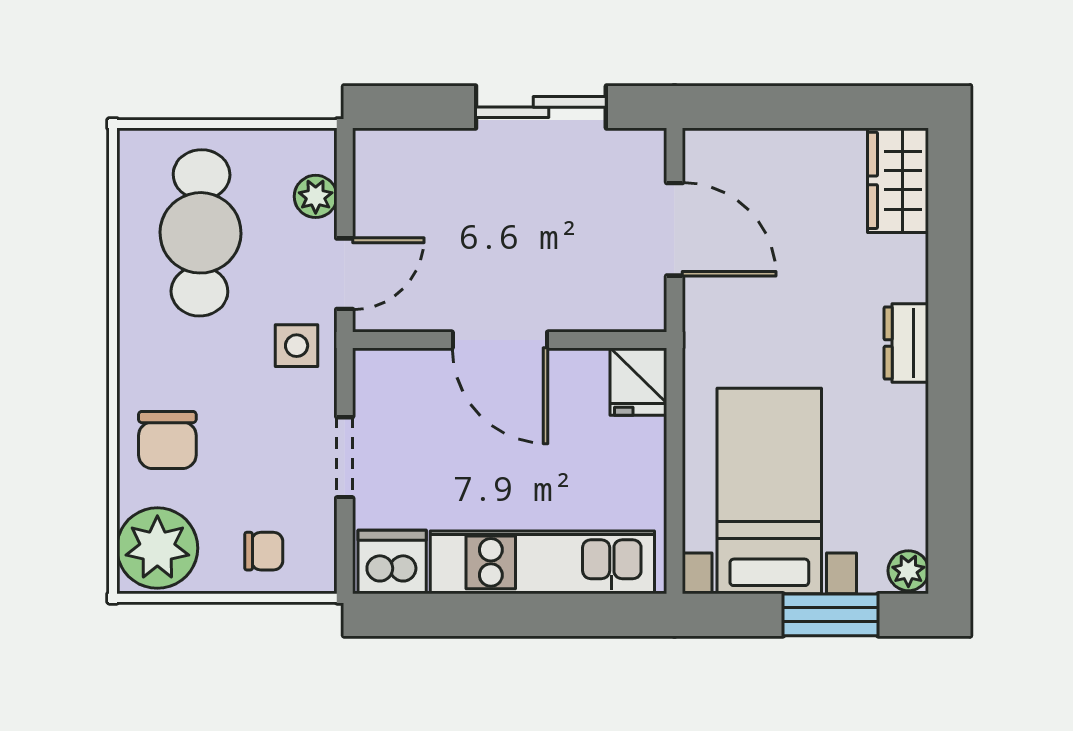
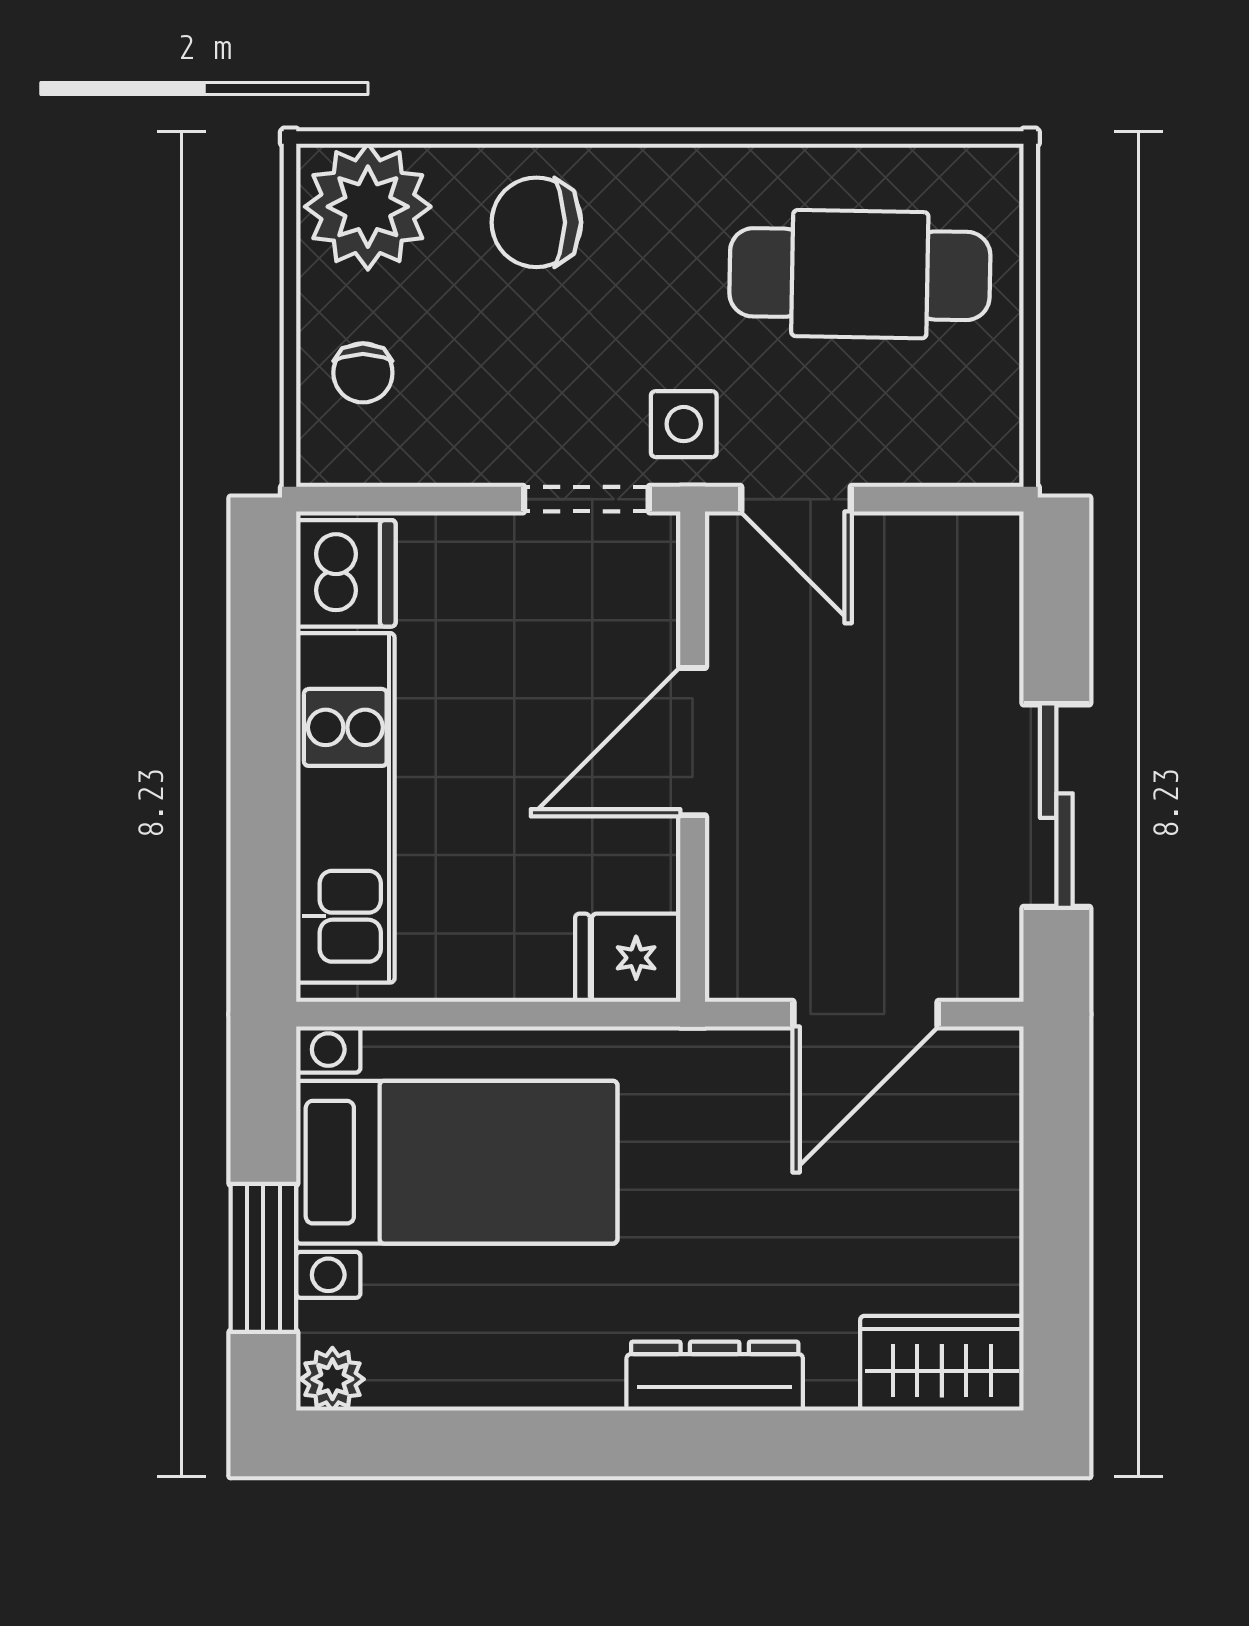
plant: (316, 196) -> (917, 454), removed
dresser: (906, 343) -> (715, 1376), width x1.44
doorway: (345, 457) -> (586, 499), moved

